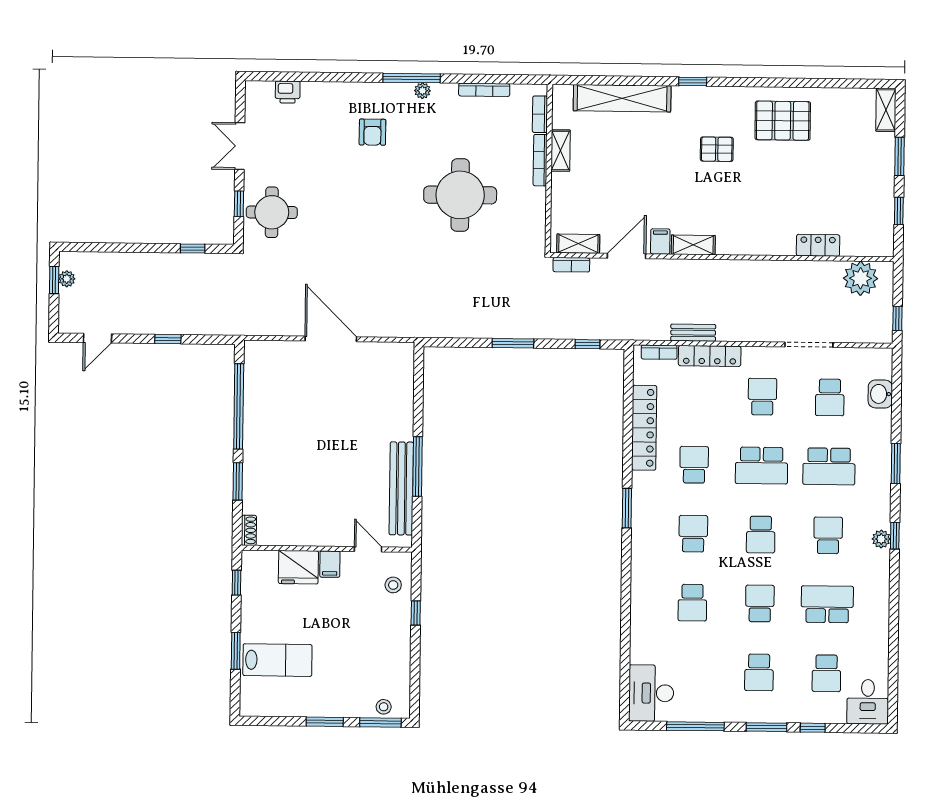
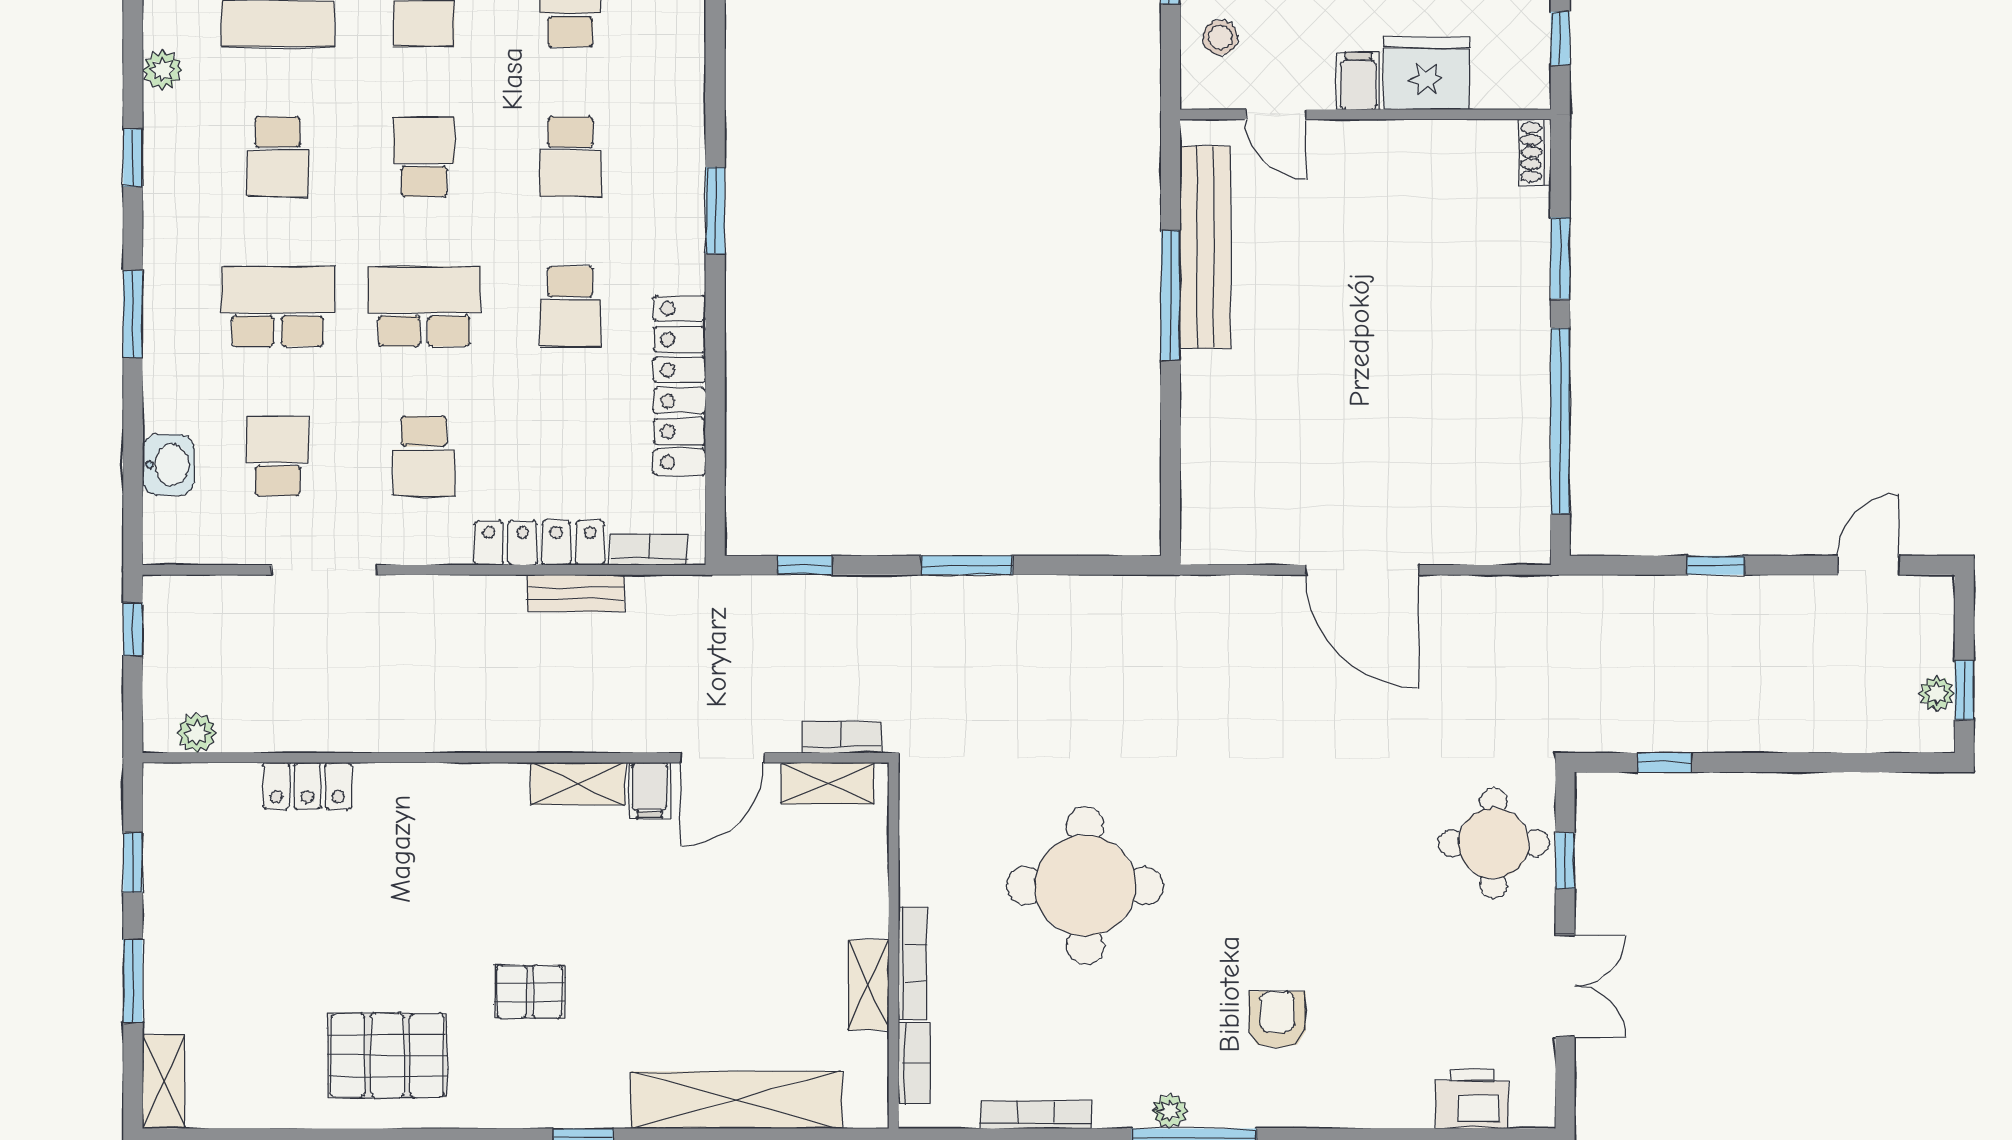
printer: (288, 92) -> (1472, 1099), width x1.36, depth x1.24
plant: (861, 278) -> (197, 733), width x0.53, depth x0.53
plant: (881, 539) -> (162, 70), moved

